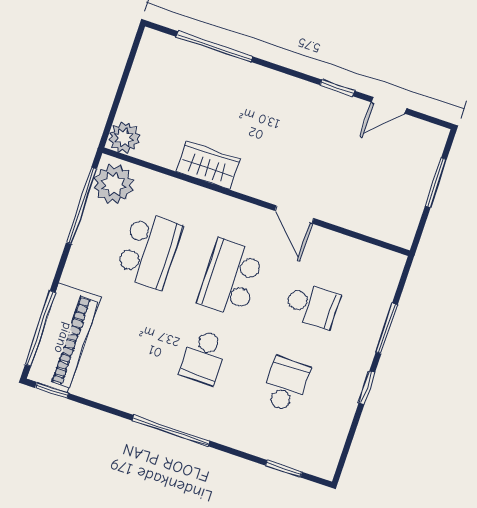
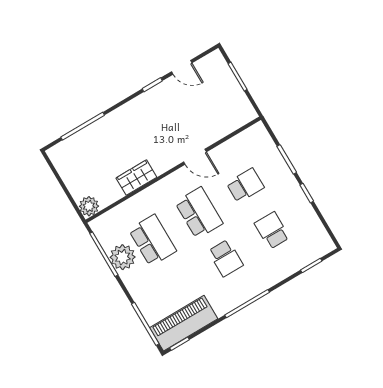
door: (389, 105) -> (182, 67), hinge flipped
plant: (113, 184) -> (123, 257), moved
school desk: (231, 278) -> (199, 213), turned 180
piano: (63, 338) -> (184, 323), moved, turned -90

